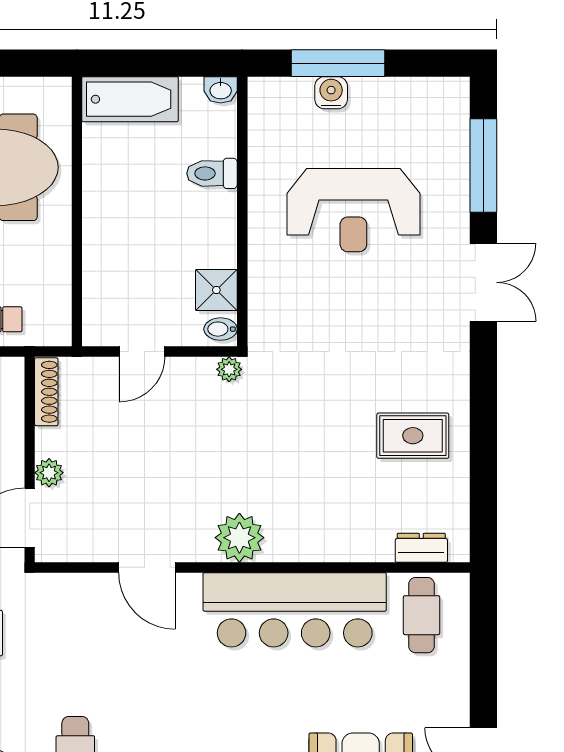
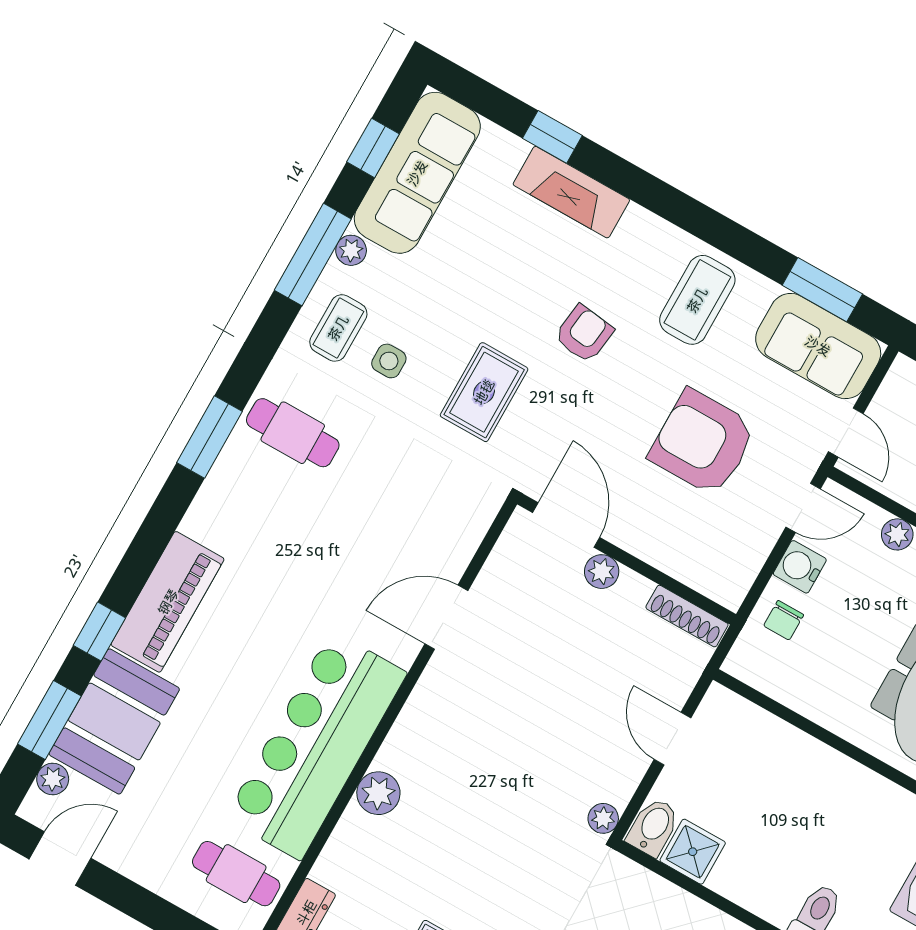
bidet: (221, 329) -> (653, 827), width x1.38, depth x1.36
plant: (239, 538) -> (378, 793), moved, width x0.73, depth x0.73

